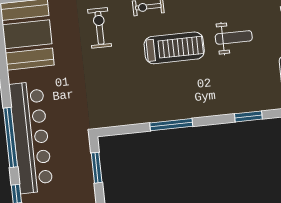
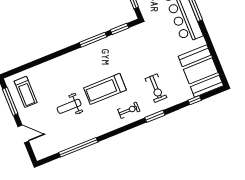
window: (248, 116) -> (119, 29), moved

